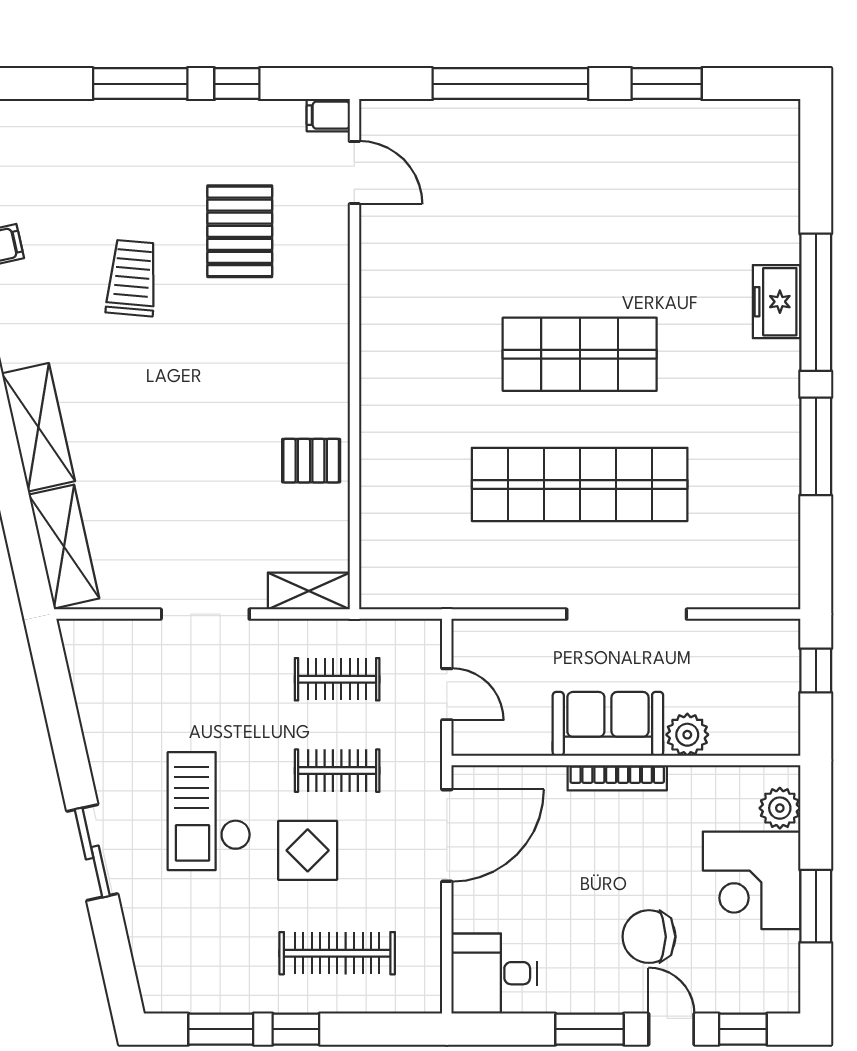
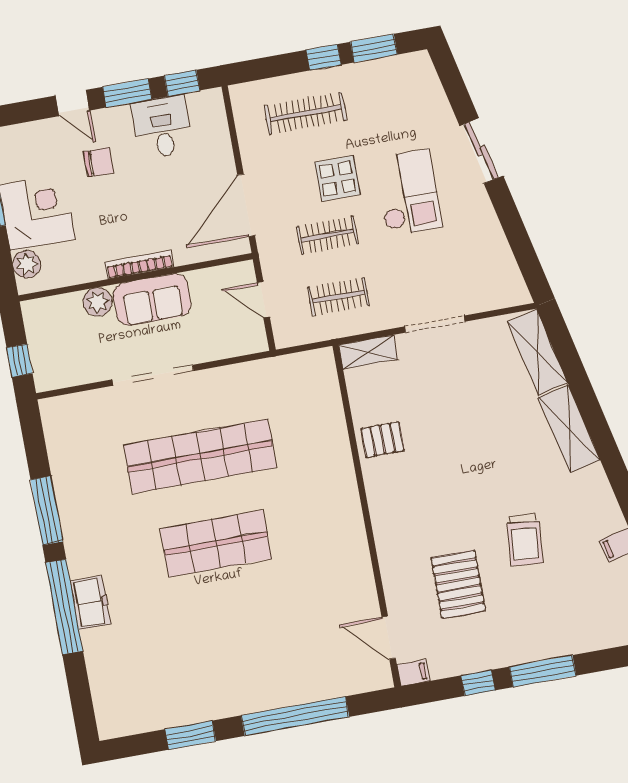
chair: (649, 937) -> (99, 162), width x0.73, depth x0.73
desk: (494, 973) -> (162, 127), moved, turned -90
window: (743, 1029) -> (182, 83), moved

